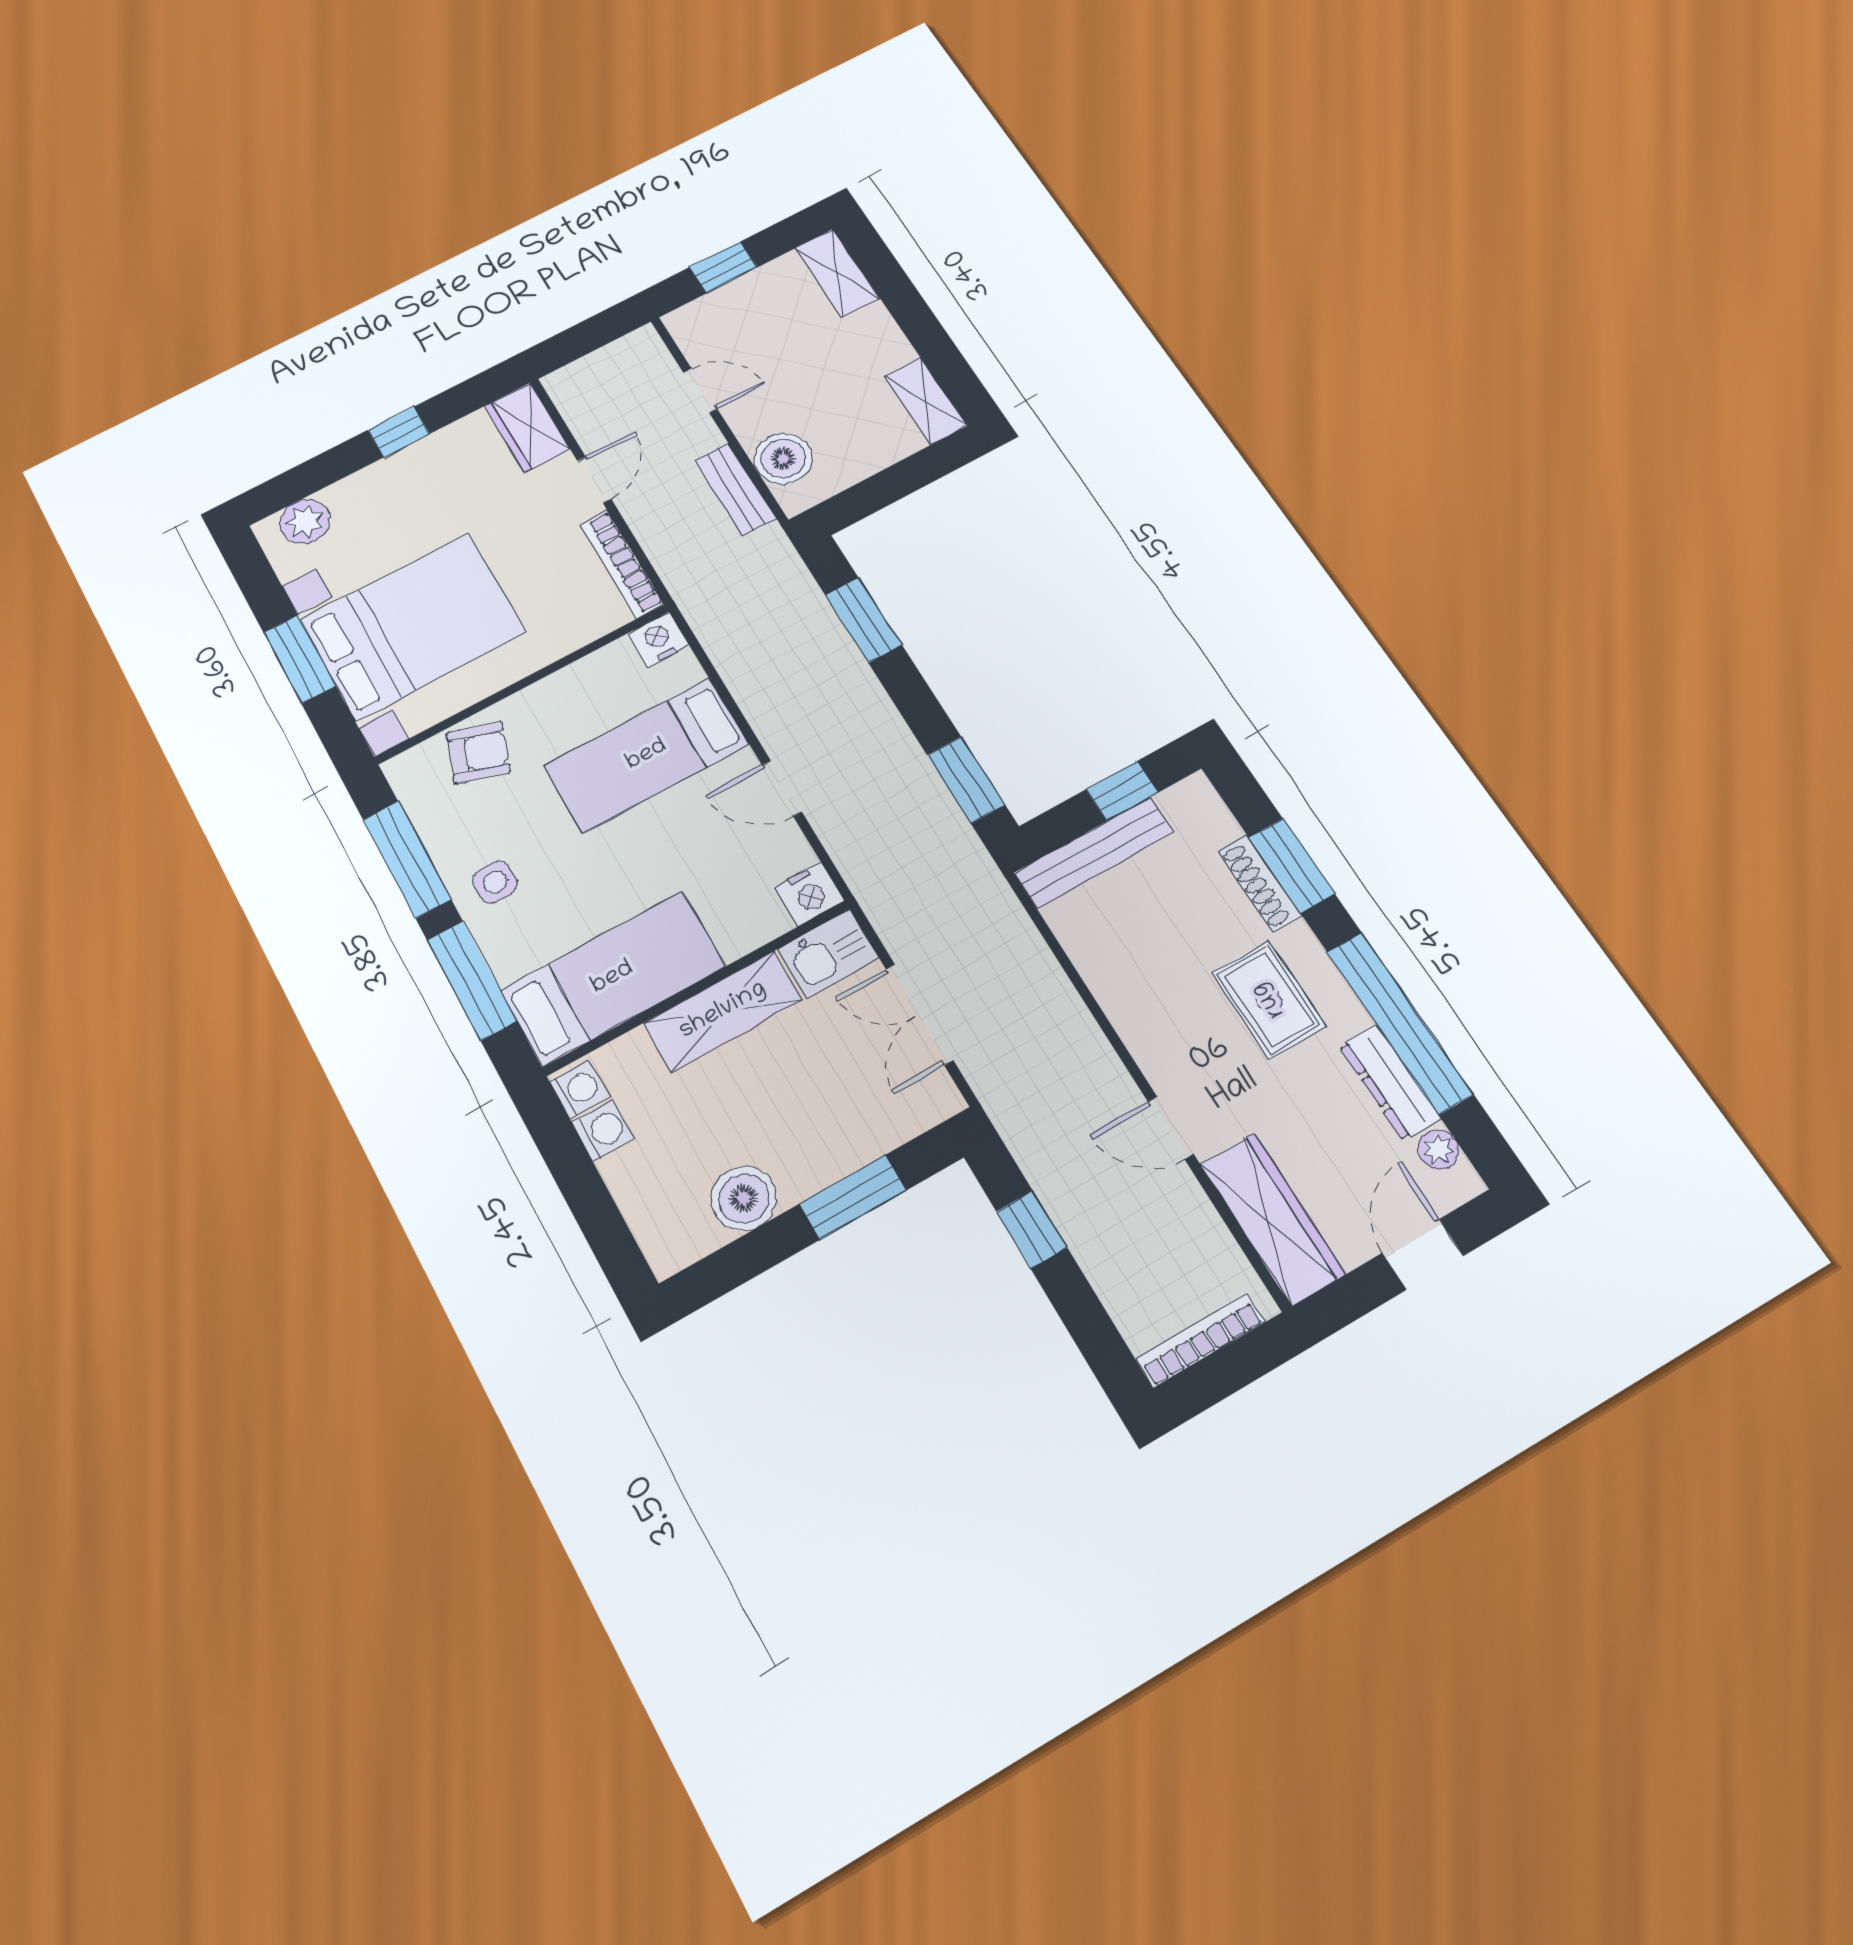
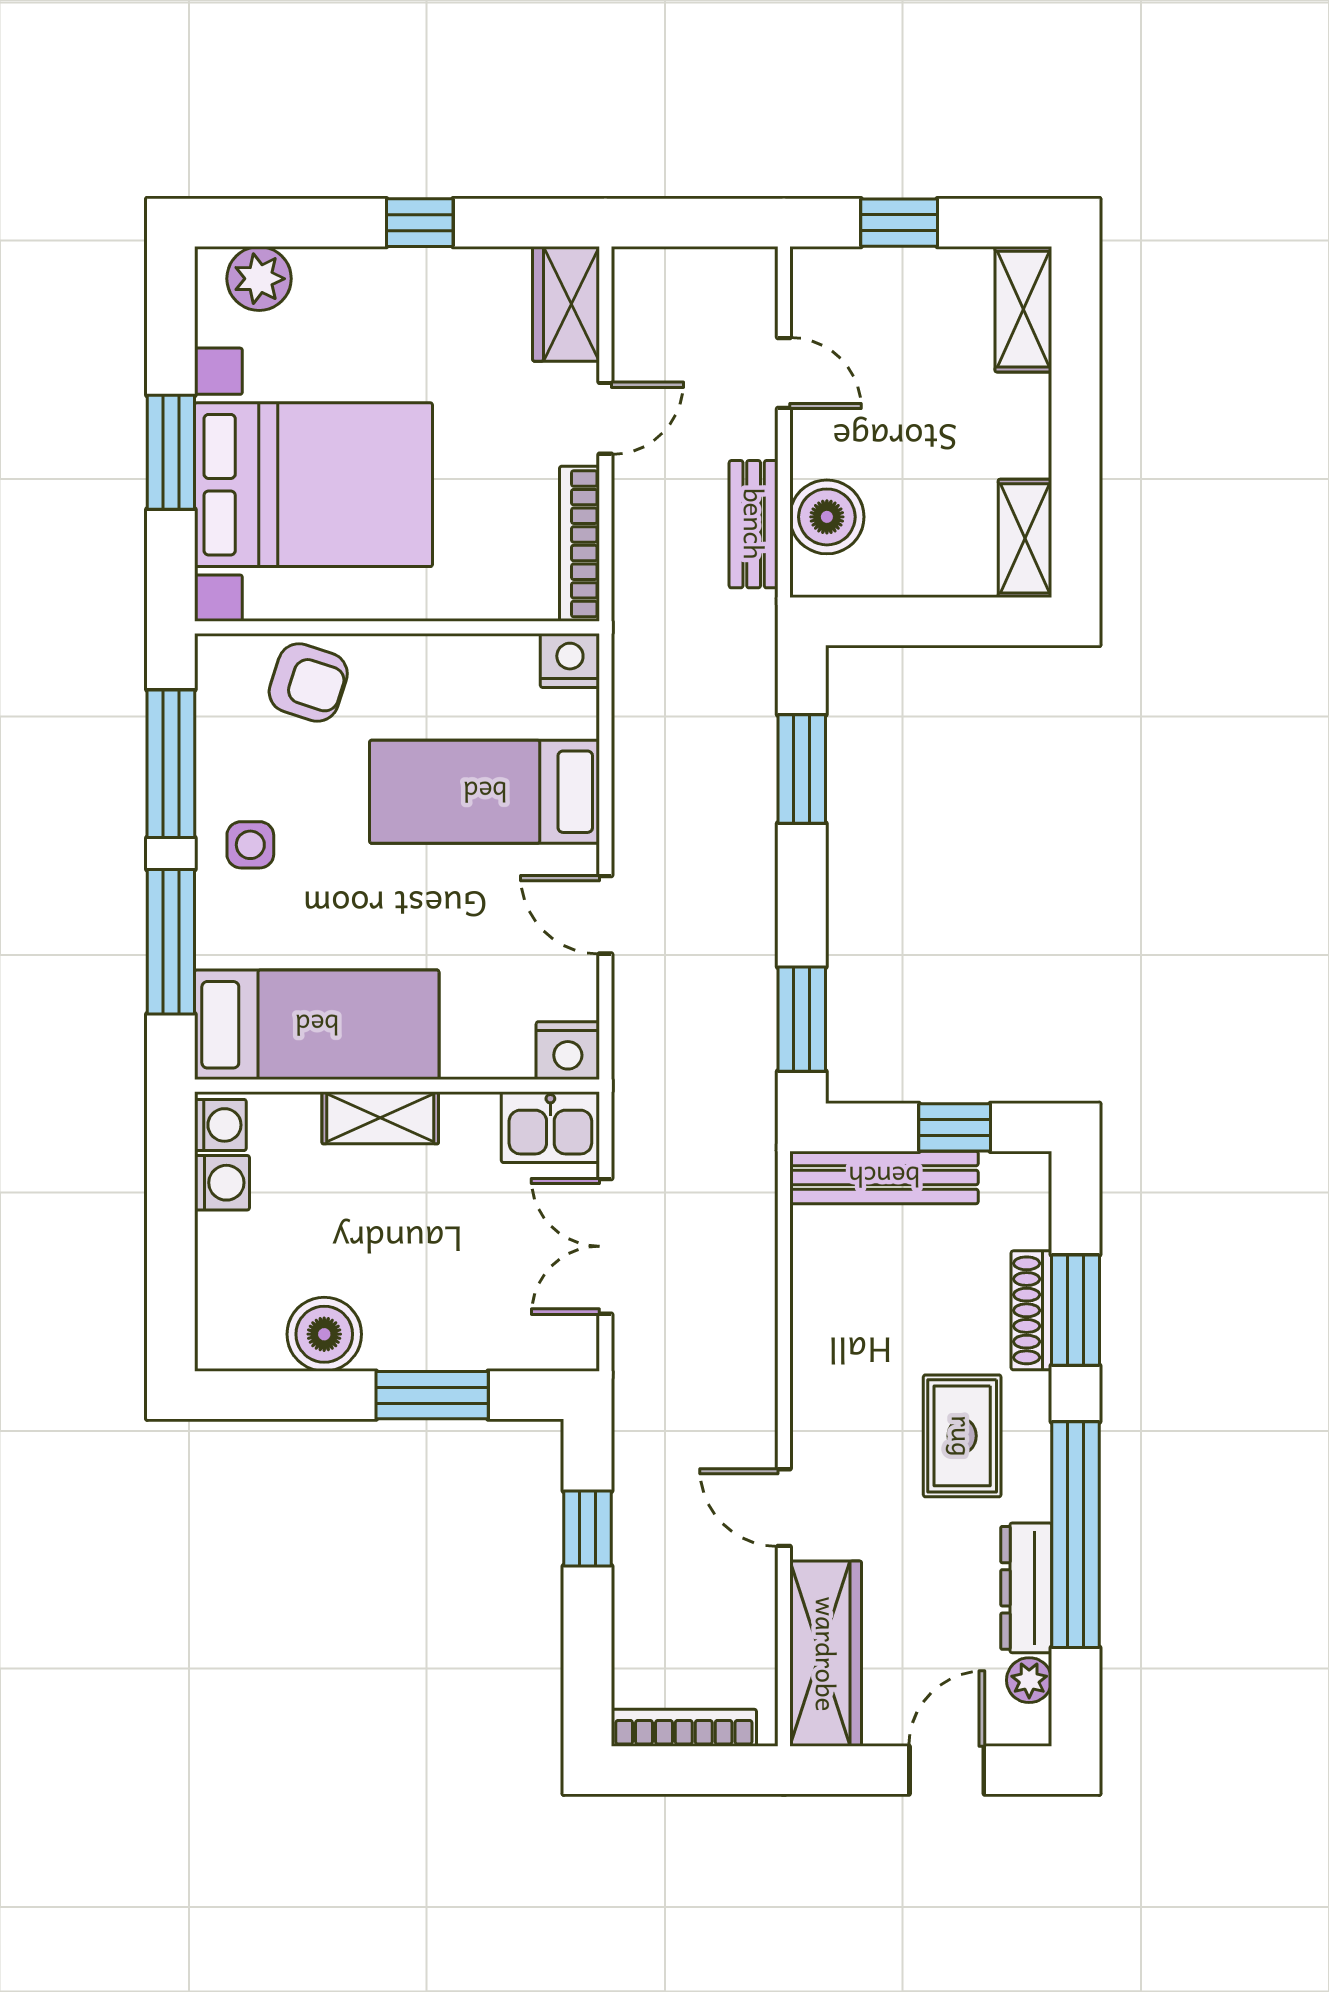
shelving: (723, 1011) -> (380, 1118), width x0.67, depth x0.75

